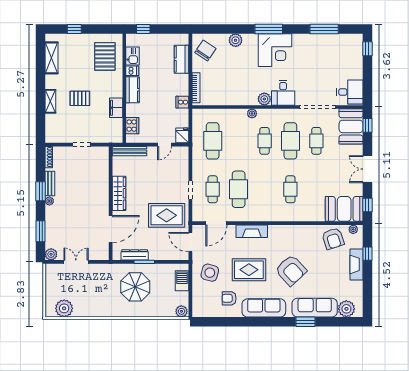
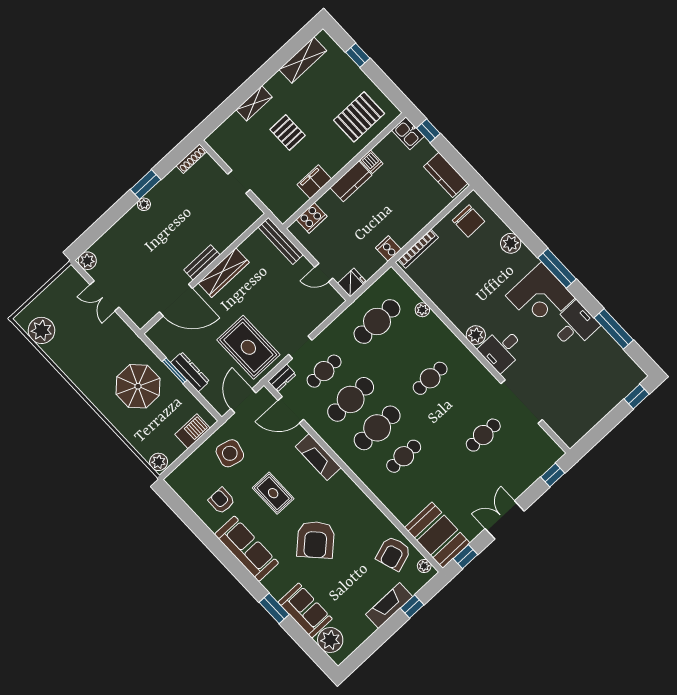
chair: (205, 50) -> (469, 221), turned 56
kitchen sink: (133, 56) -> (408, 133), moved, turned 90
kitchen counter: (182, 59) -> (446, 175), moved, turned -90
desk: (350, 92) -> (574, 325), moved, turned -90
plant: (252, 113) -> (422, 310), moved
booth: (351, 126) -> (535, 458), removed
cafe table: (290, 141) -> (377, 428), moved
bench: (50, 183) -> (202, 262), moved
dresser: (197, 213) -> (282, 378), added
window: (41, 231) -> (102, 226), removed
dresser: (135, 255) -> (190, 372), moved
double door: (76, 262) -> (105, 296), swing flipped
rug: (249, 270) -> (273, 493), width x0.73, depth x0.70
sofa: (315, 308) -> (305, 610), width x0.73

